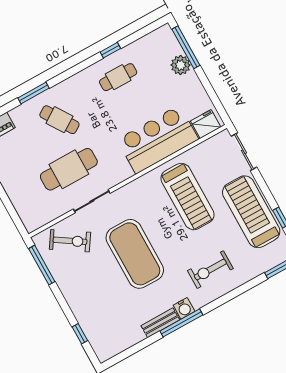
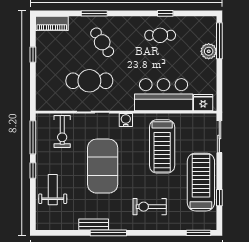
exercise bike: (70, 241) -> (62, 132), turned 57
water cooler: (184, 308) -> (126, 120), moved, turned 180
weight bench: (95, 310) -> (53, 190), added
window: (80, 334) -> (33, 170), moved

